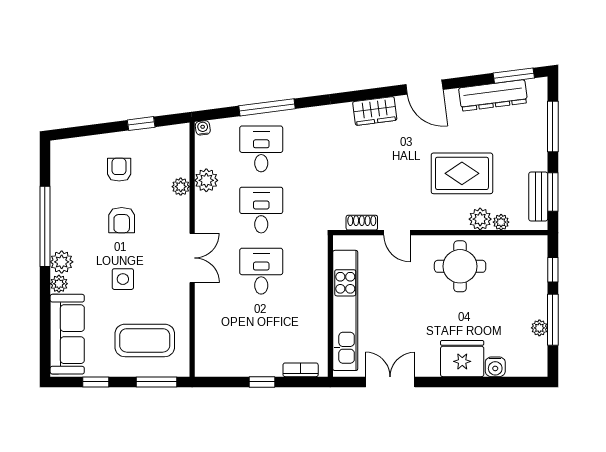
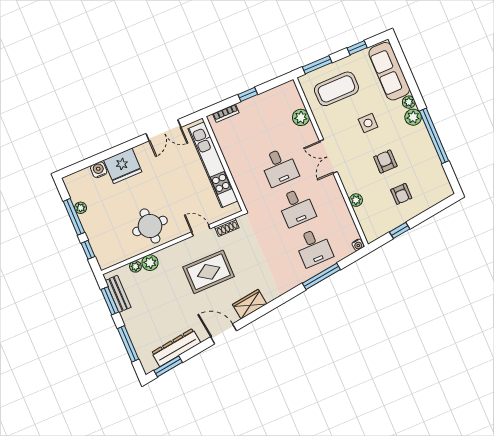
rug: (462, 173) -> (209, 272), moved
plant: (206, 180) -> (301, 117), moved

